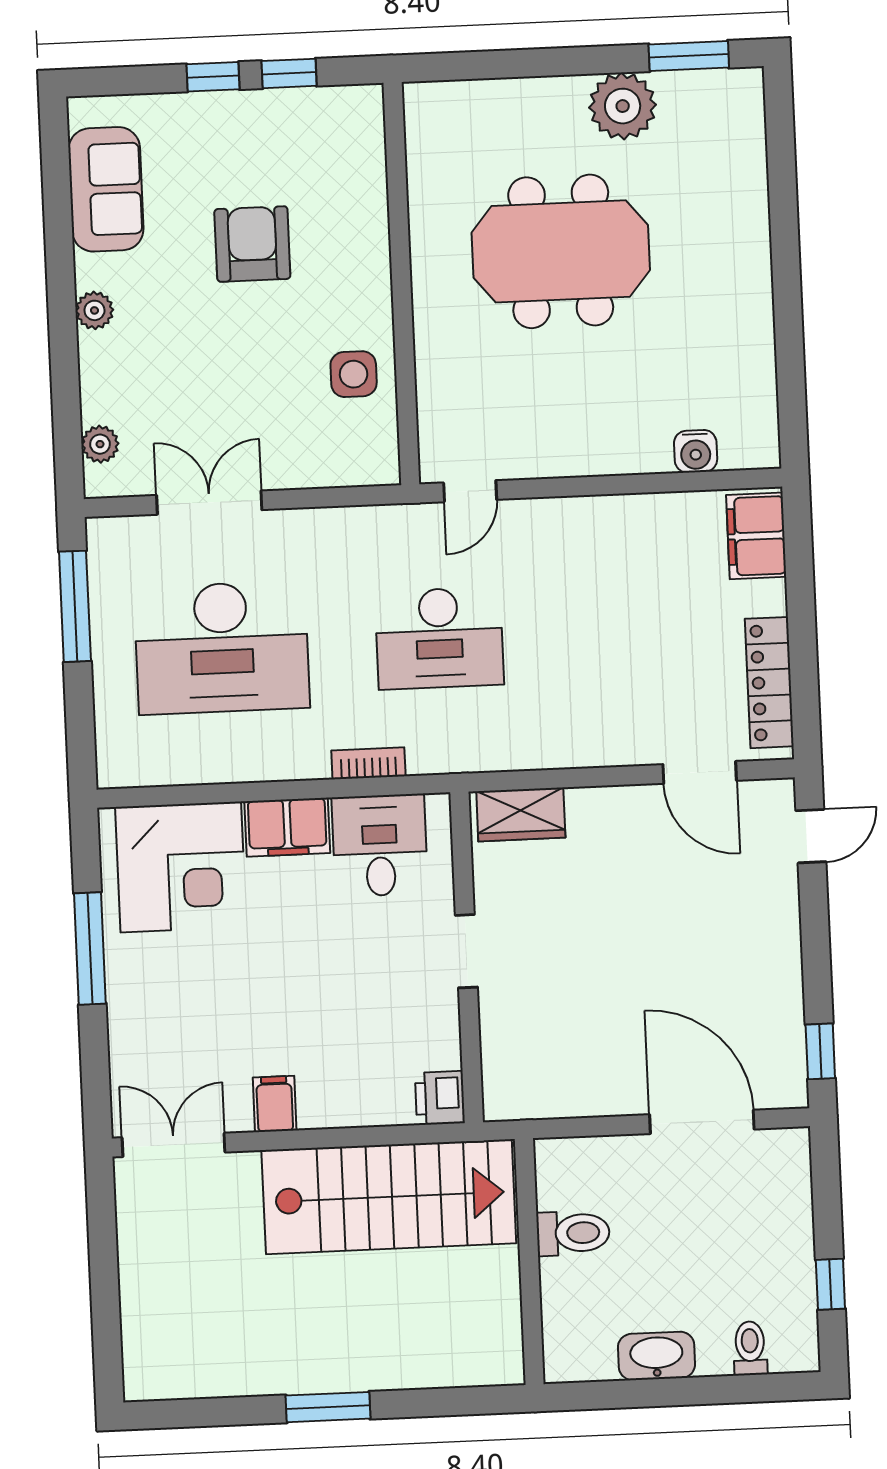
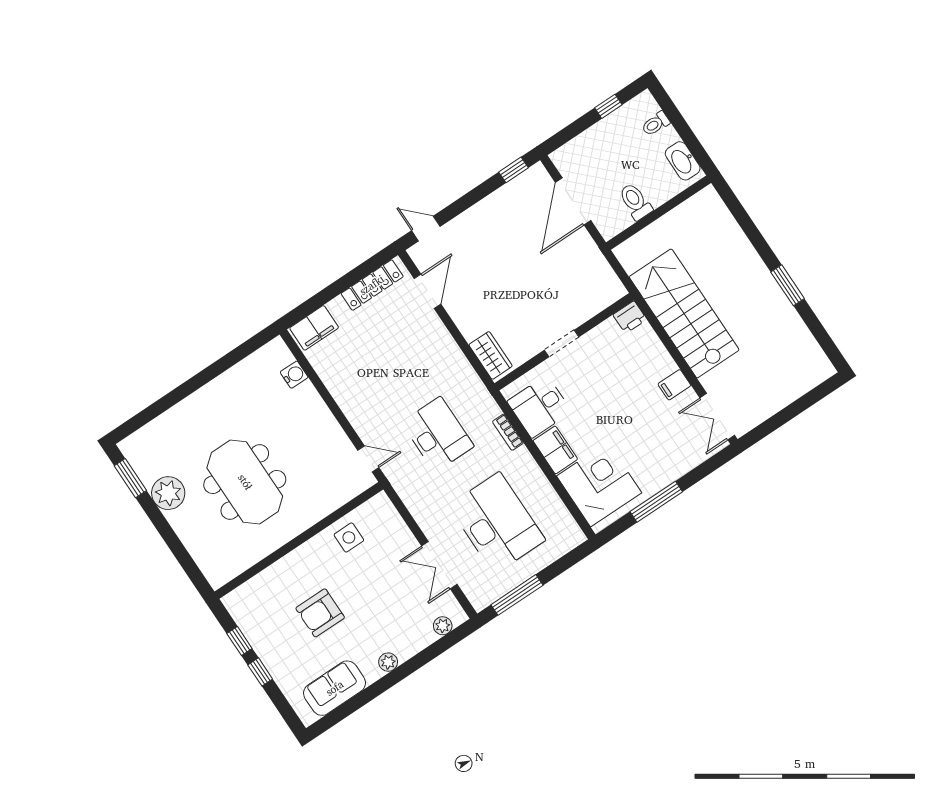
toilet: (573, 1233) -> (635, 202), moved
wall: (529, 1262) -> (658, 213), moved

